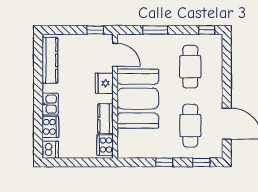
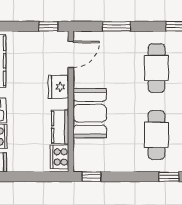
door: (115, 55) -> (71, 54), hinge flipped
booth: (138, 99) -> (90, 113), width x0.73, depth x0.70
window: (164, 162) -> (91, 177), moved

